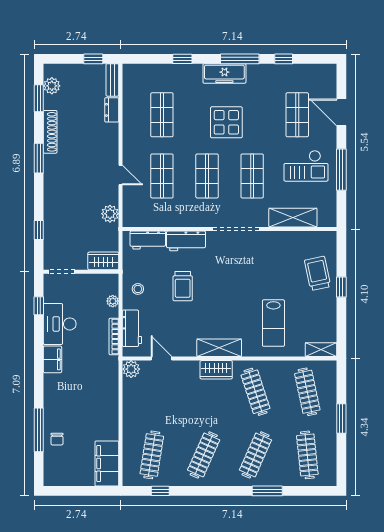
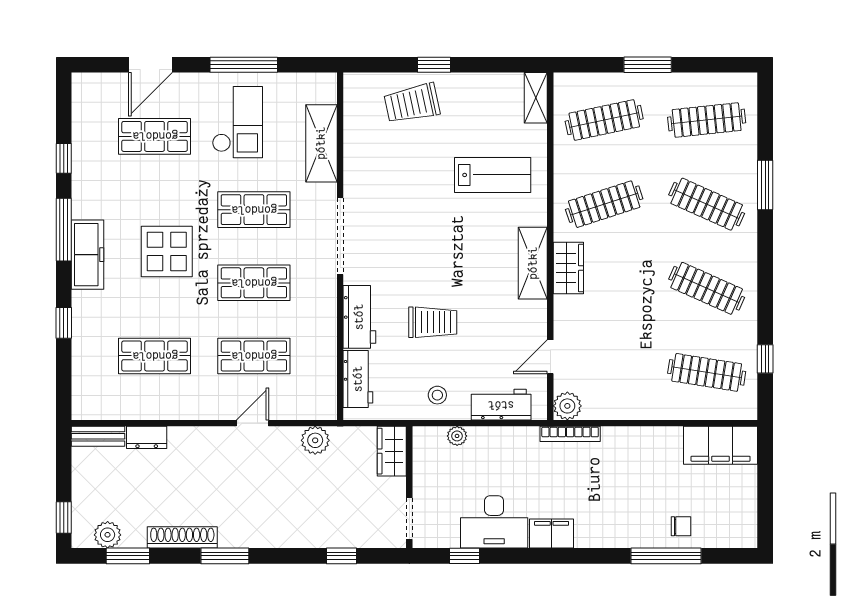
window: (93, 59) -> (64, 518), moved
bookcase: (114, 336) -> (570, 434), moved

